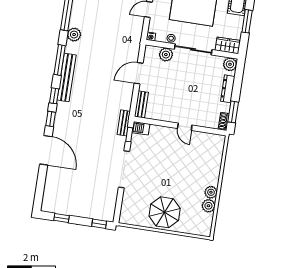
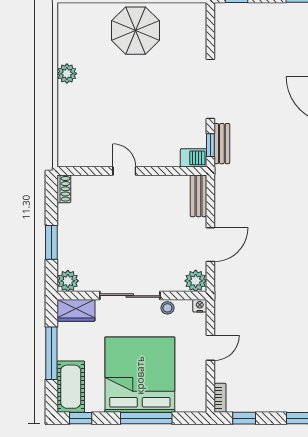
window: (247, 21) -> (51, 353), width x1.44
plant: (166, 55) -> (196, 281), moved
dresser: (228, 89) -> (65, 242), removed
window: (233, 112) -> (51, 242), moved
bench: (124, 123) -> (222, 144), moved
plant: (208, 206) -> (68, 52), removed

